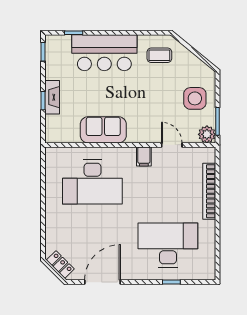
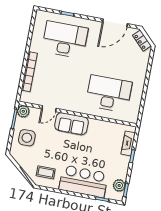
plant: (54, 56) -> (119, 185), added
fireplace: (52, 97) -> (128, 143), moved
sofa: (103, 130) -> (72, 124), moved
door: (172, 145) -> (49, 109), hinge flipped
filing cabinet: (144, 156) -> (70, 104), removed
desk: (168, 245) -> (65, 40), turned 180

